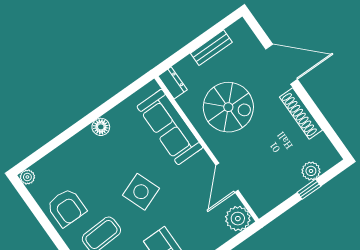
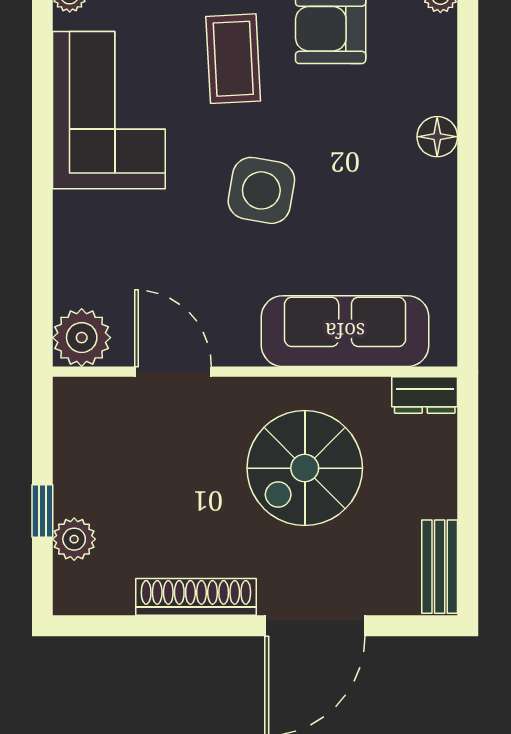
bench: (211, 48) -> (440, 567), moved
floor lamp: (101, 127) -> (437, 137), moved
side table: (141, 192) -> (261, 190), turned 31

